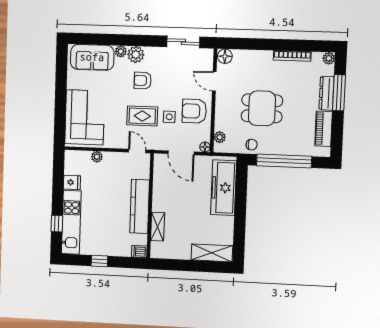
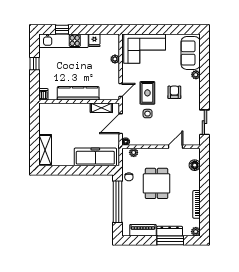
plant: (136, 55) -> (194, 86), removed
floor lamp: (225, 56) -> (195, 165), moved
armchair: (194, 111) -> (153, 132), removed
shelving: (158, 227) -> (101, 108), moved

